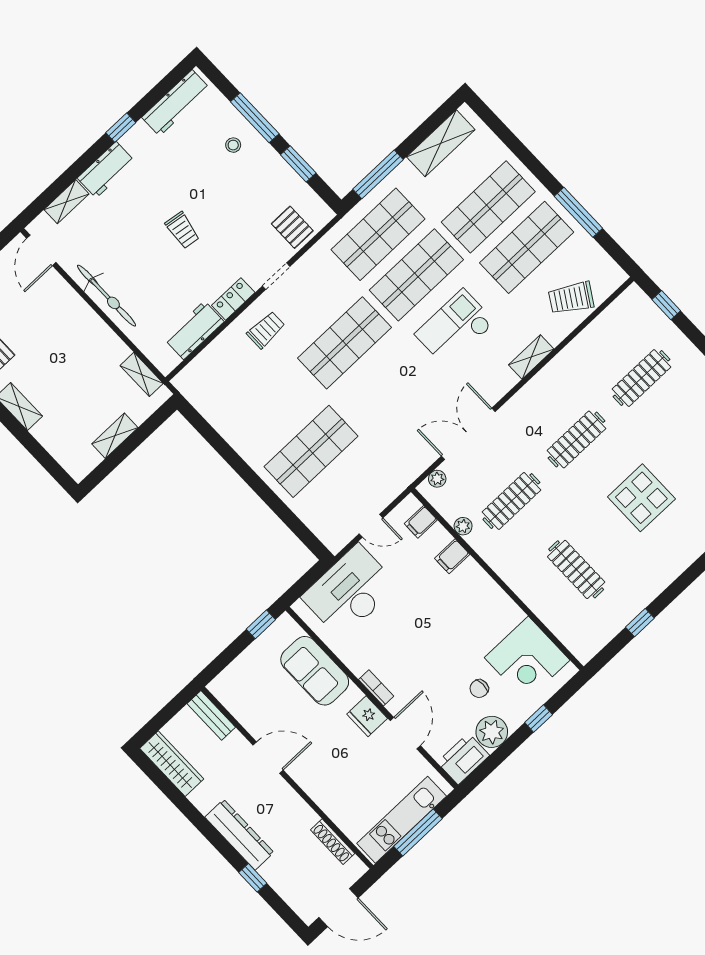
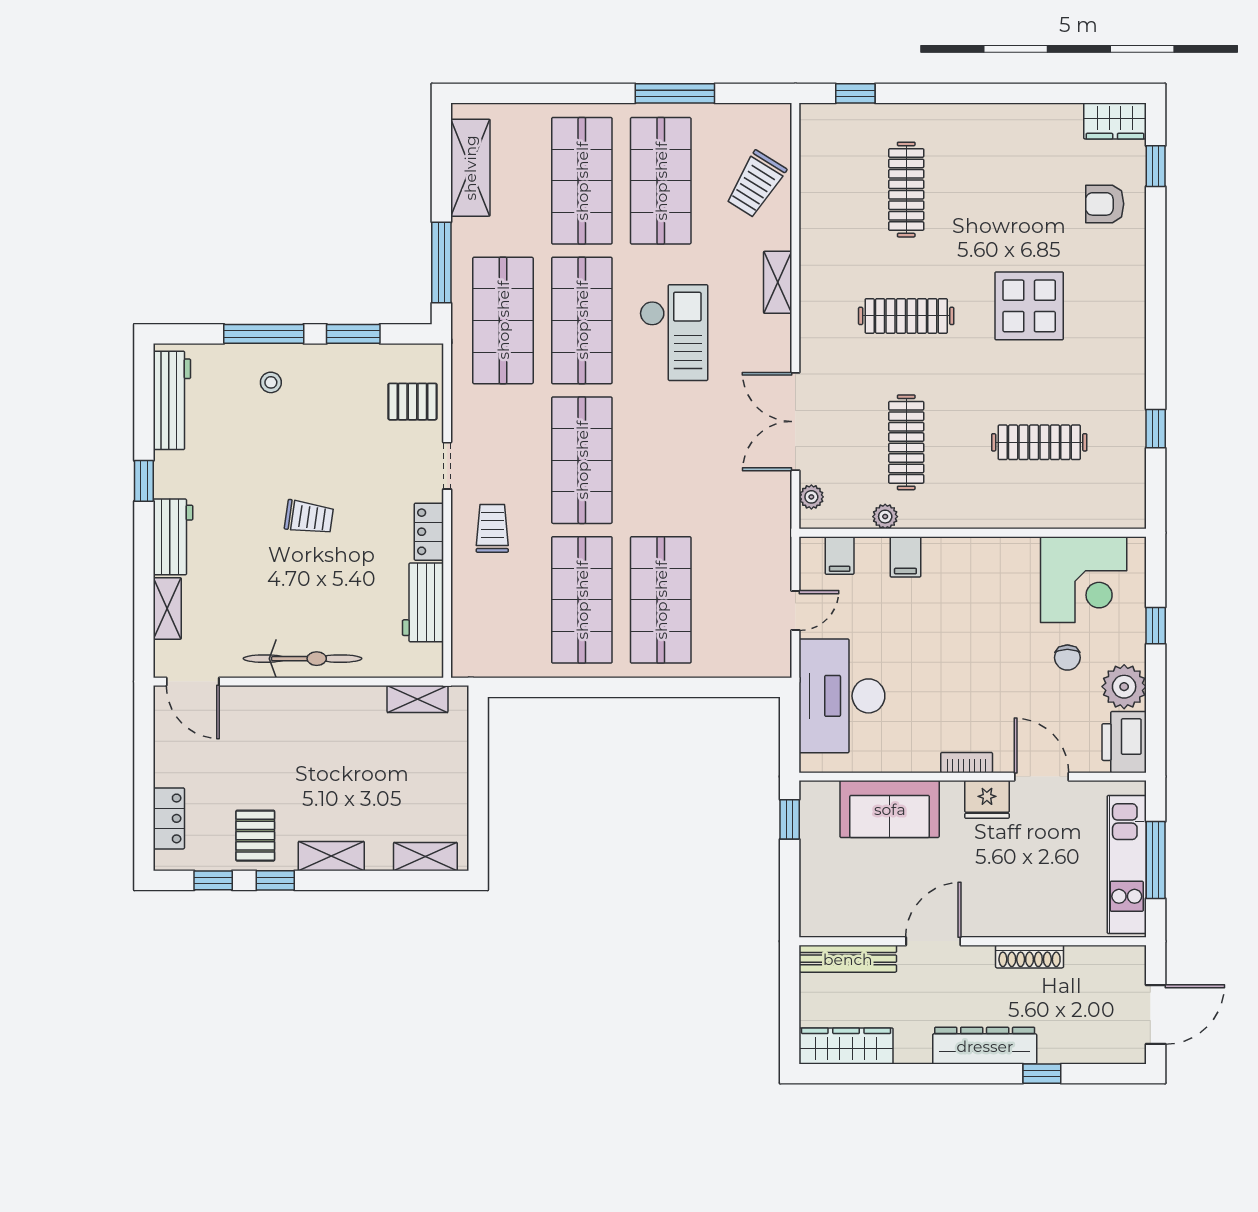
checkout: (455, 328) -> (674, 333), turned 180
shop shelf: (273, 411) -> (582, 600), added
shelving: (115, 436) -> (425, 857), moved, turned 90
clothes rail: (576, 439) -> (906, 316), turned 90
bench: (211, 715) -> (848, 959), width x1.36
shoe rack: (333, 842) -> (1030, 957), moved

